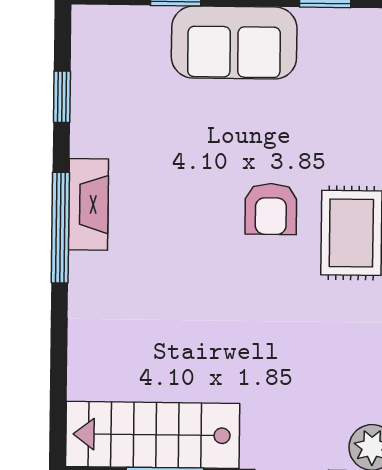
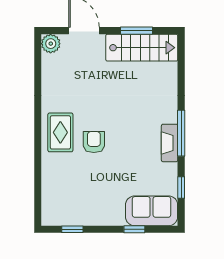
sofa: (234, 43) -> (152, 211), moved

